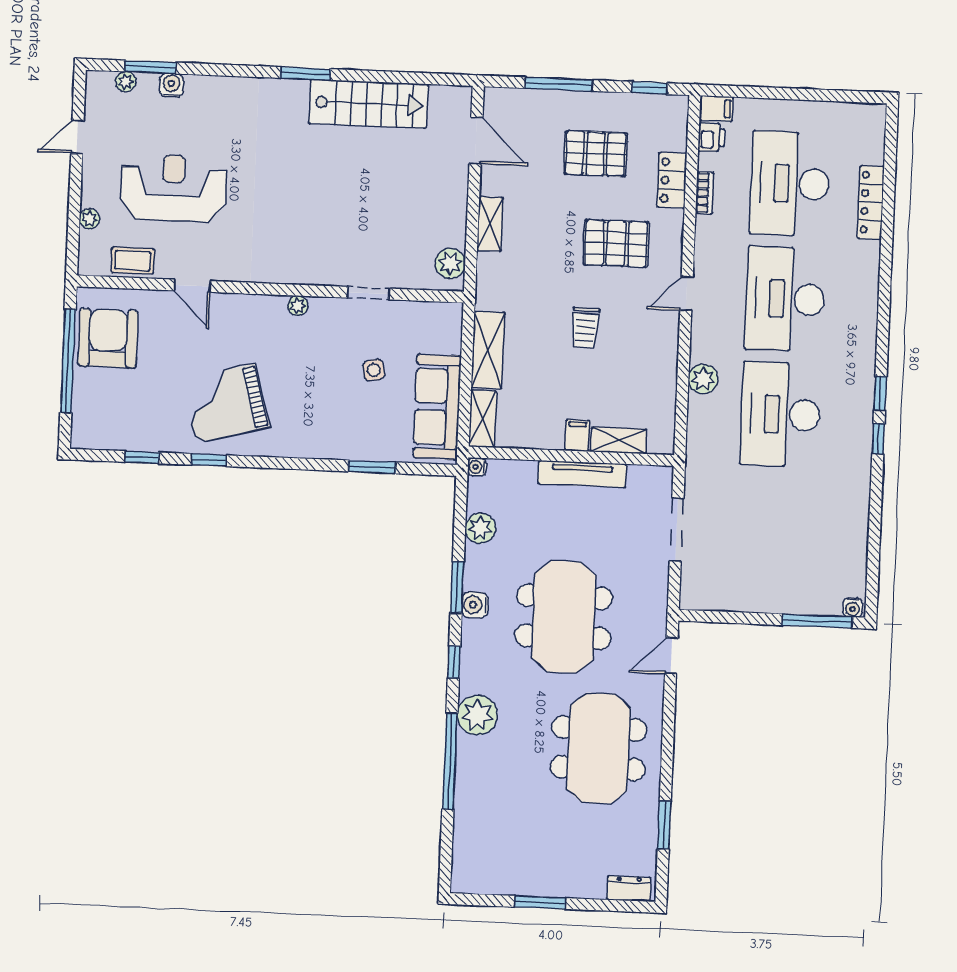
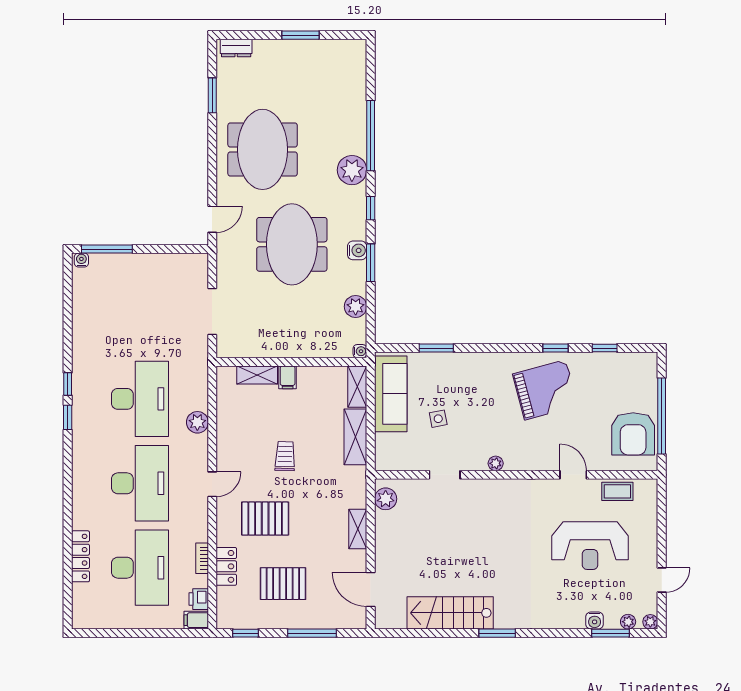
plant: (89, 219) -> (650, 622), moved
tv unit: (582, 474) -> (283, 349), removed

